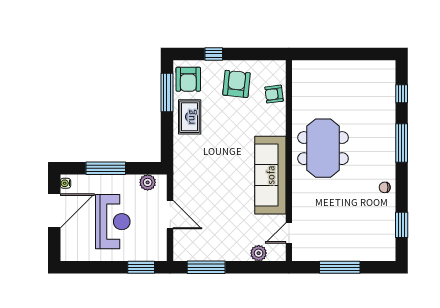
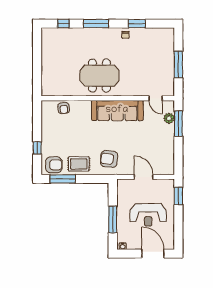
armchair: (236, 84) -> (109, 159), moved
plant: (148, 182) -> (122, 192), removed
door: (54, 211) -> (153, 254), moved
door: (170, 215) -> (144, 177), hinge flipped
reception desk: (113, 222) -> (148, 215), turned 180
window: (402, 225) -> (137, 24), moved
window: (206, 267) -> (178, 124), moved

